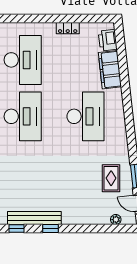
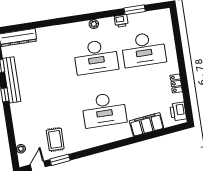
printer: (108, 40) -> (178, 111), moved, turned -84
rug: (111, 178) -> (55, 139), turned 90

